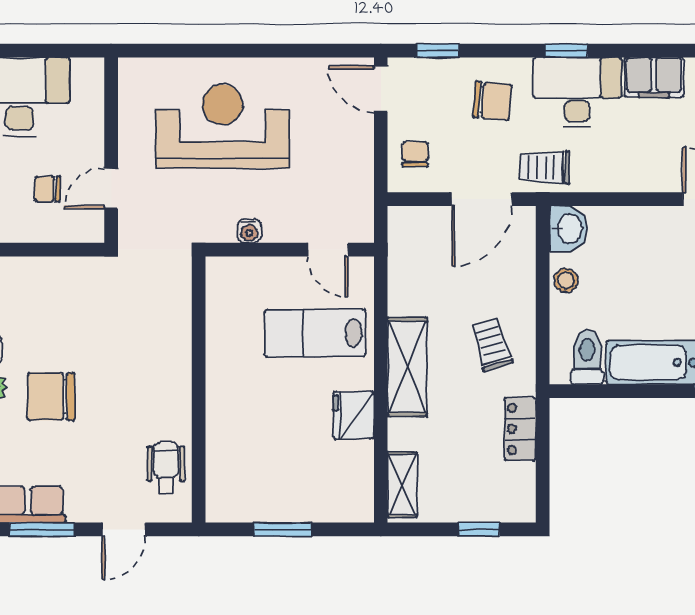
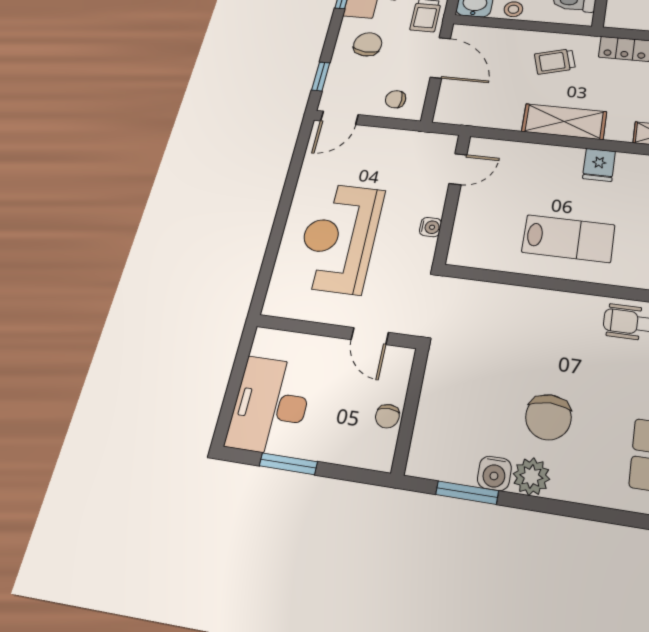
chair: (47, 189) -> (387, 416), moved
lab bench: (315, 333) -> (568, 239), moved, turned -90
fridge: (354, 415) -> (599, 165), width x0.72

